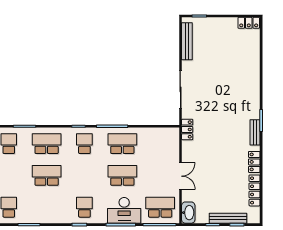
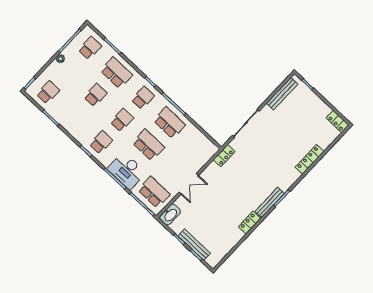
bench: (255, 132) -> (270, 202), width x1.36
school desk: (47, 175) -> (95, 95), width x0.54
school desk: (84, 175) -> (122, 120), added
locker: (255, 190) -> (310, 159), moved

